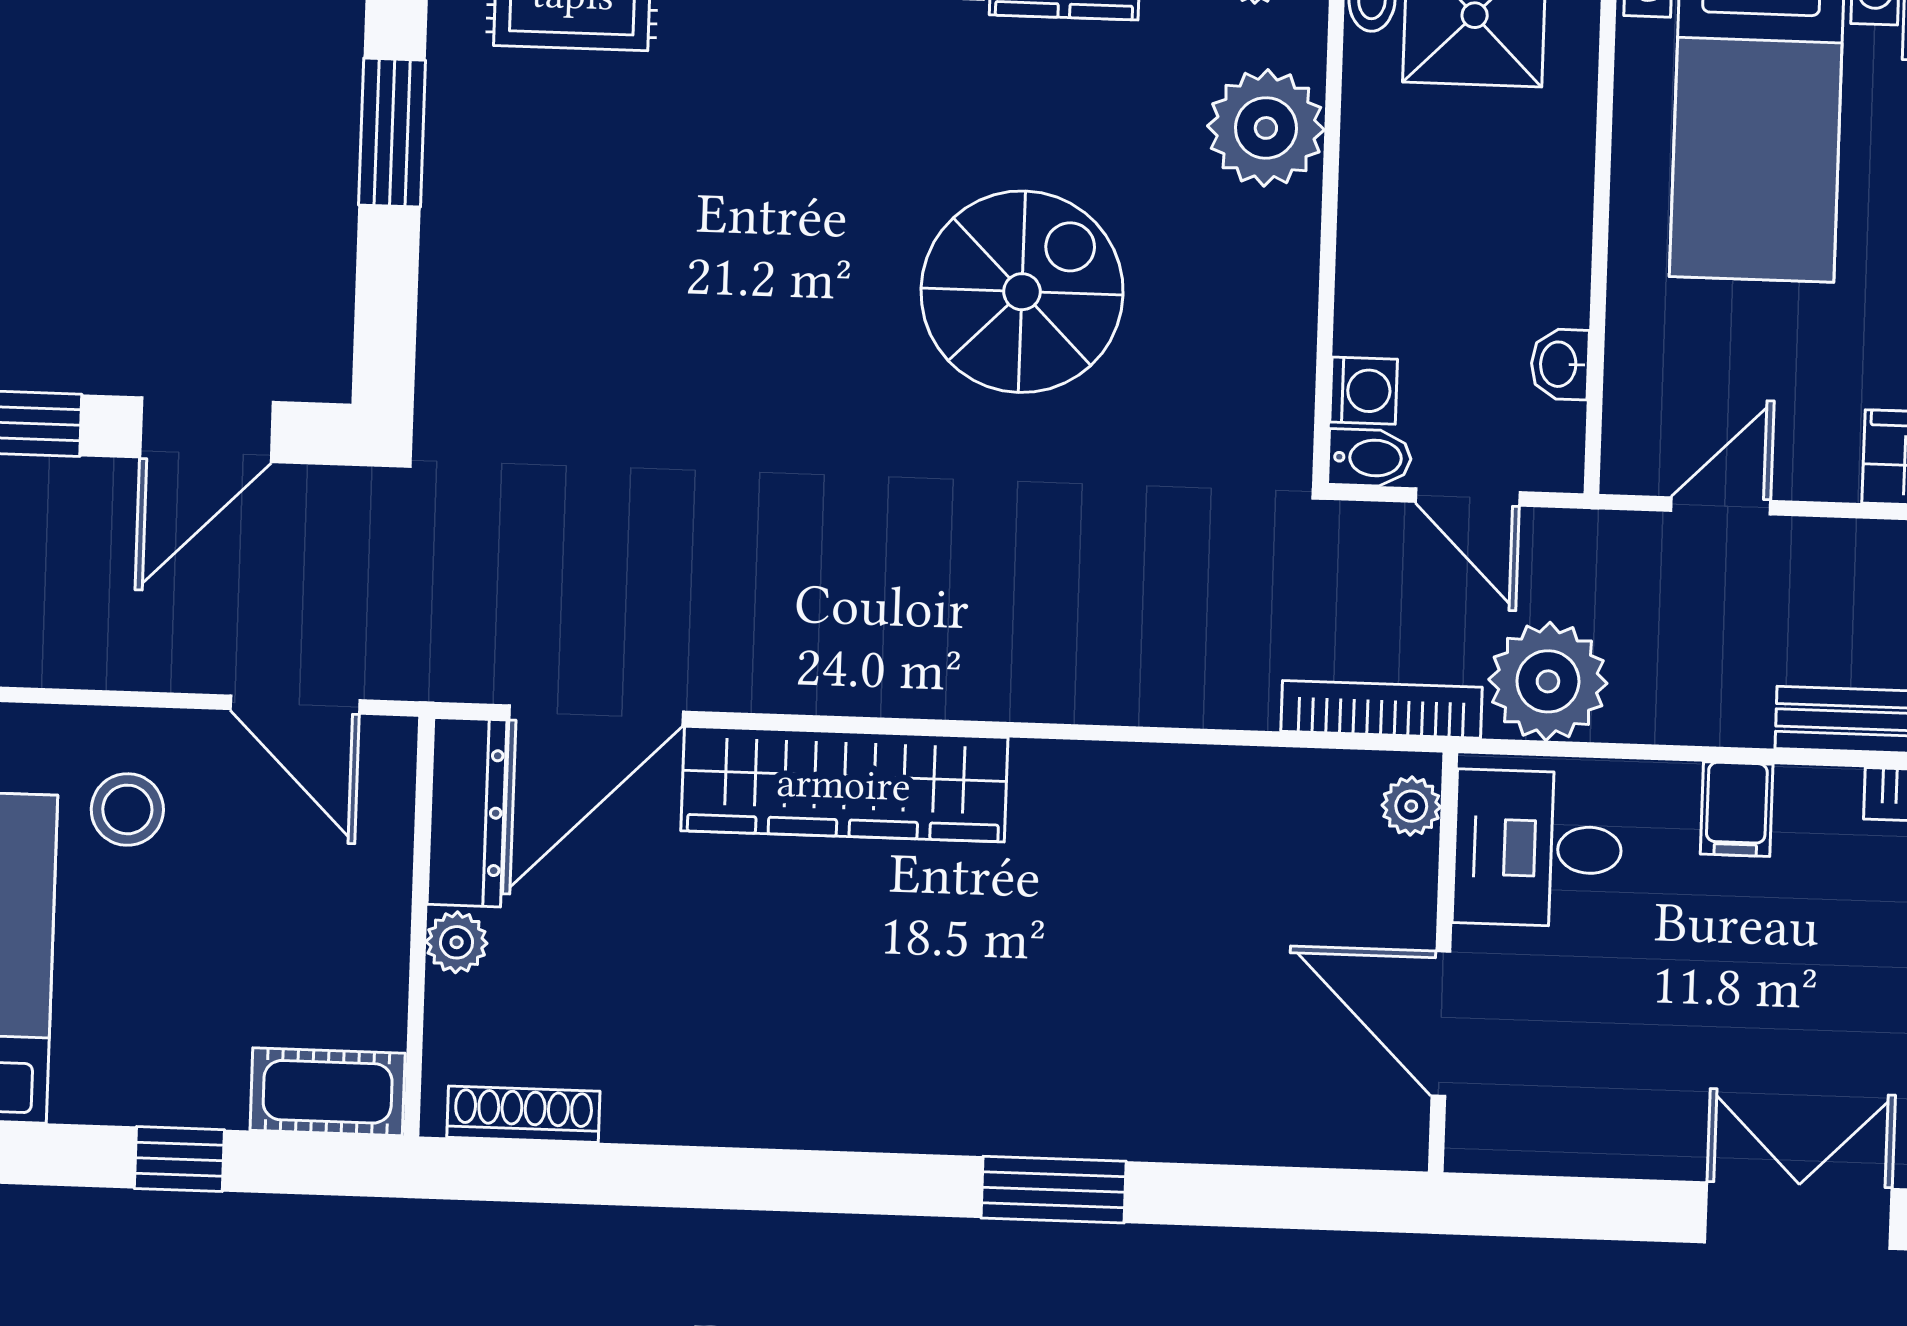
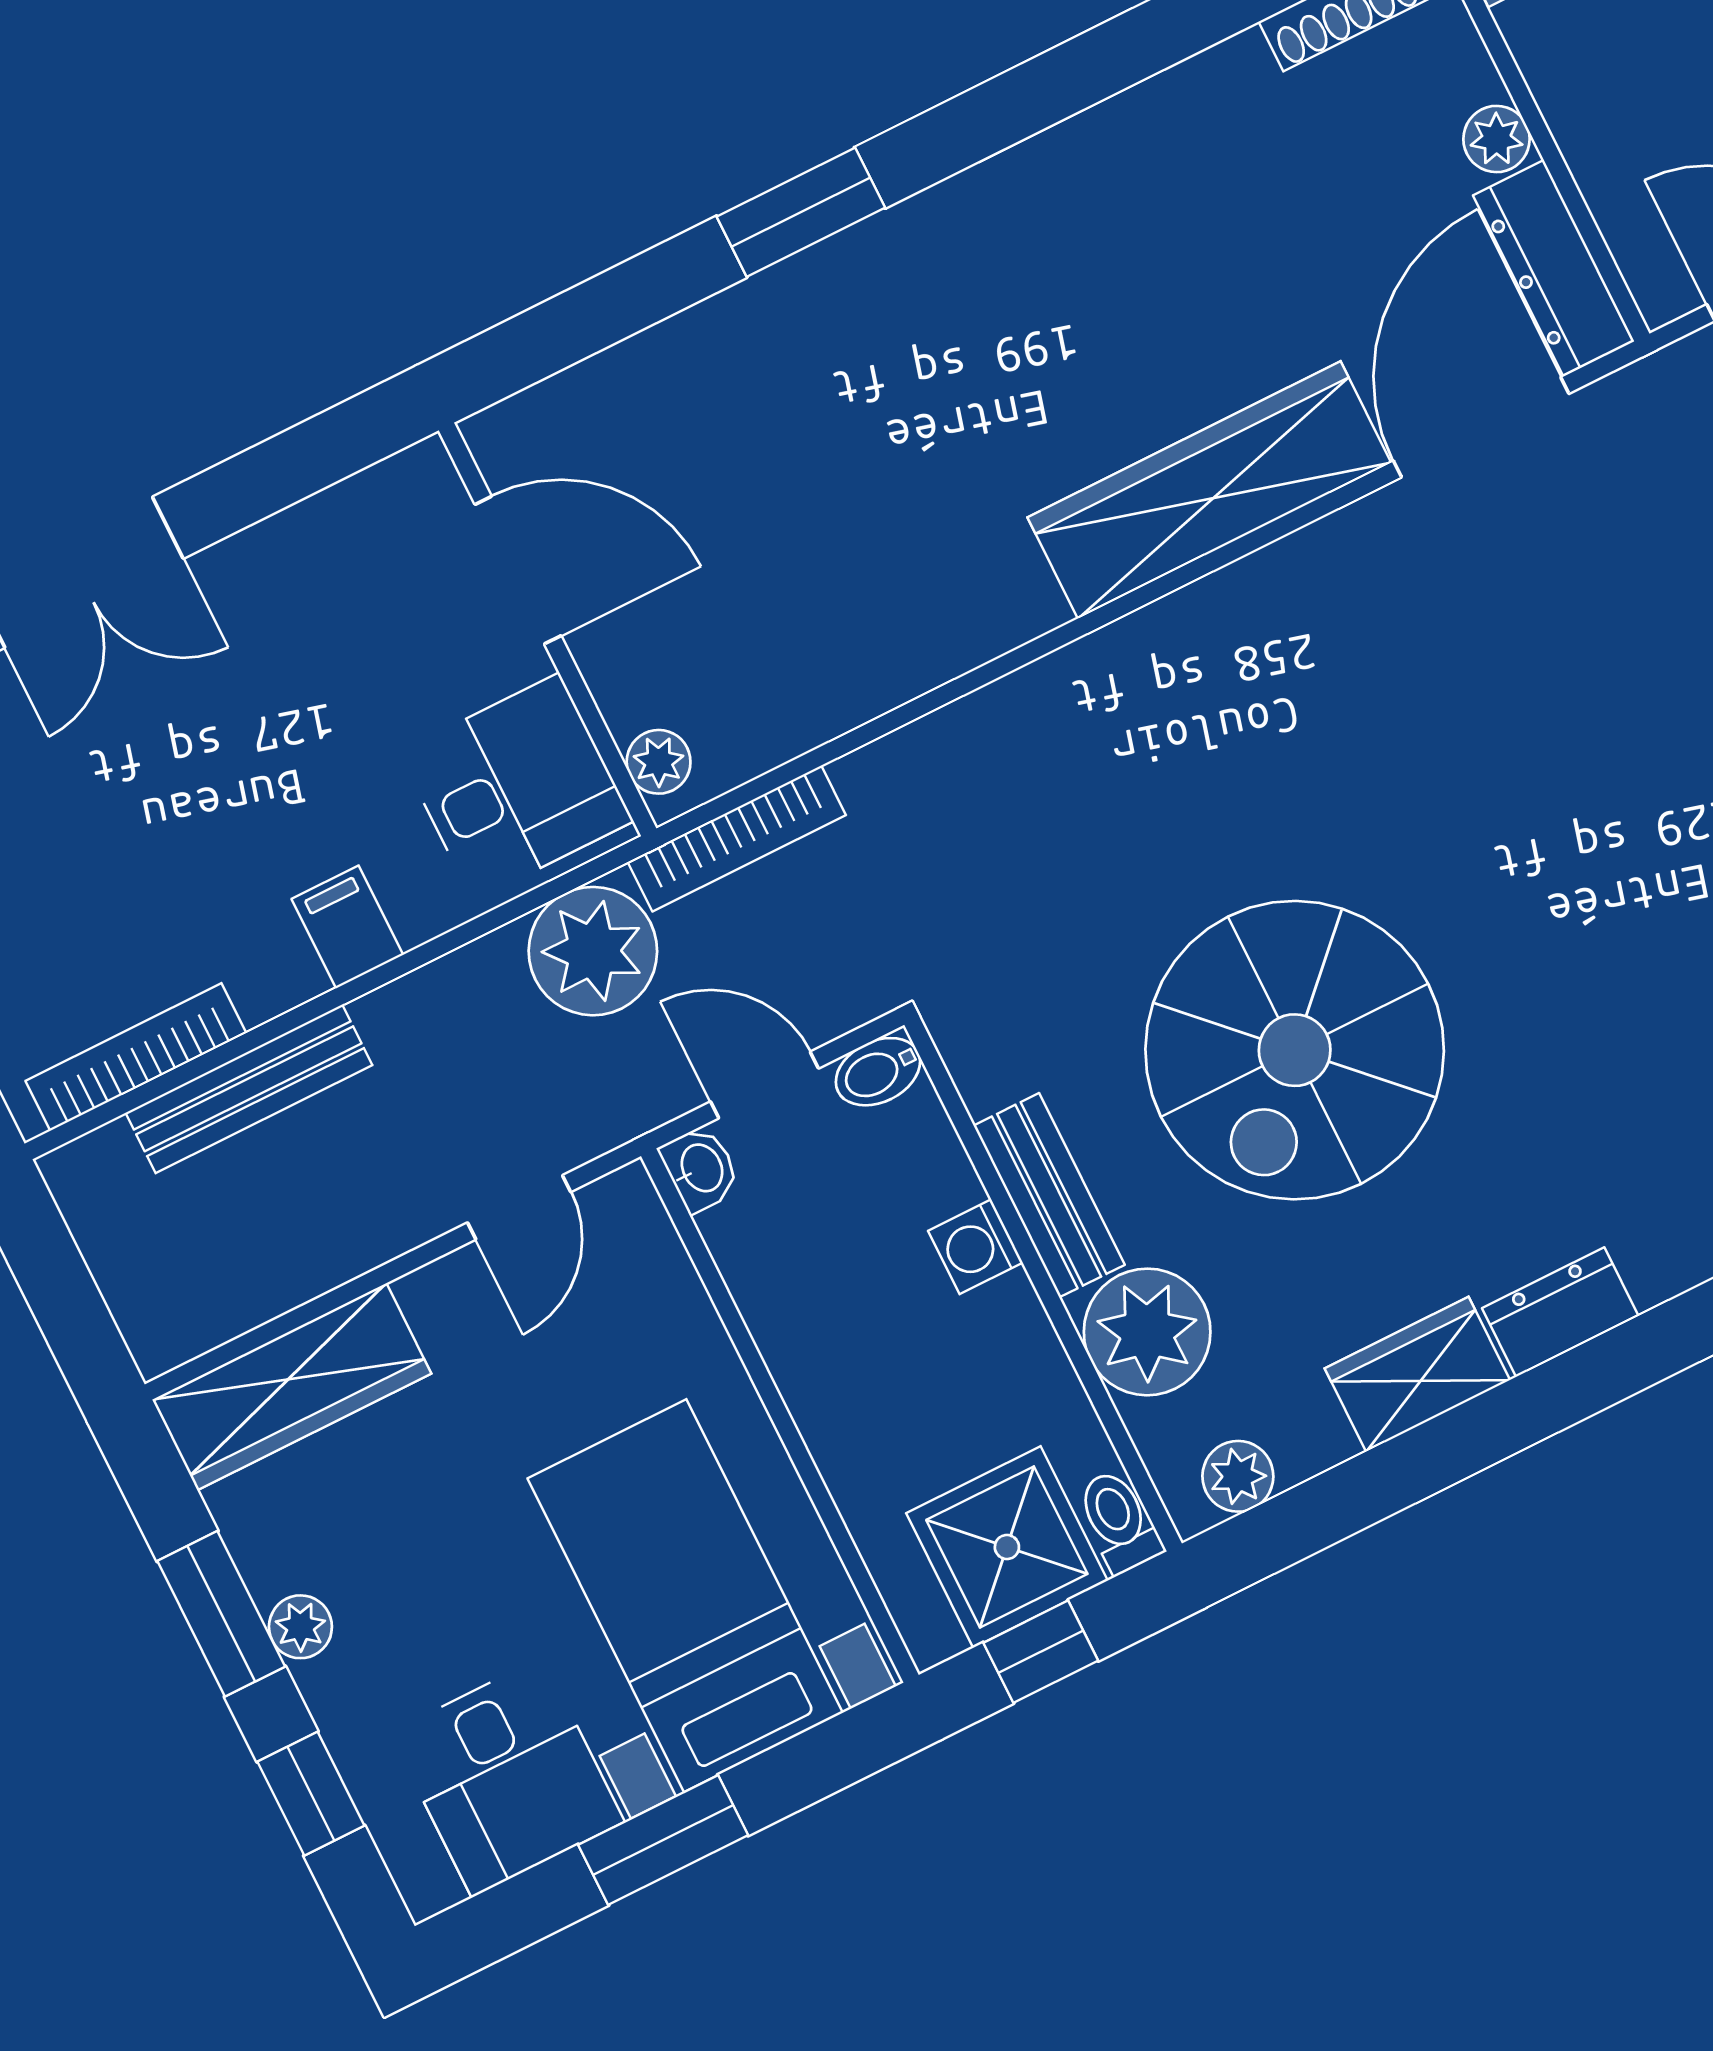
bench: (1285, 282) -> (1049, 1195), added
spiral stairs: (1022, 292) -> (1295, 1050), width x1.37, depth x1.37
washbasin: (1560, 364) -> (700, 1169), moved
washing machine: (1364, 391) -> (975, 1247), moved

